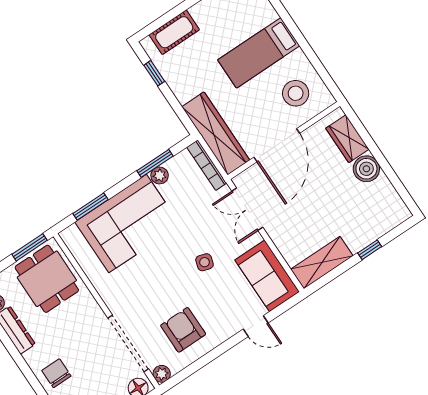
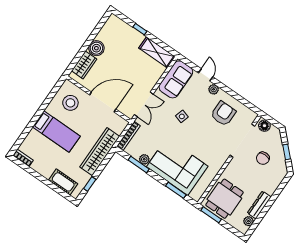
wardrobe: (216, 133) -> (100, 152), moved
armchair: (183, 330) -> (223, 114), turned 180
chair: (56, 373) -> (263, 158), moved
plant: (162, 374) -> (214, 89), moved

